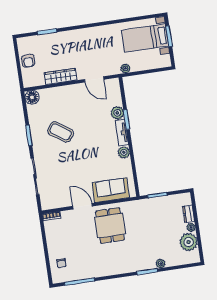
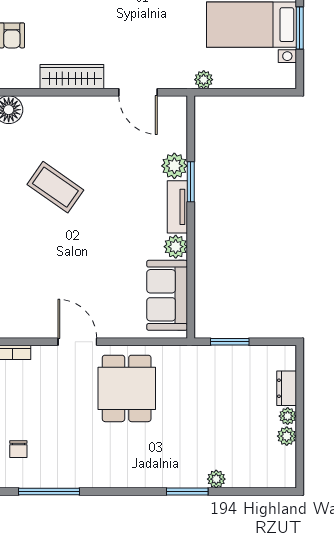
sofa: (111, 190) -> (167, 295), moved, turned -90
plant: (189, 242) -> (287, 436), width x0.53, depth x0.53

